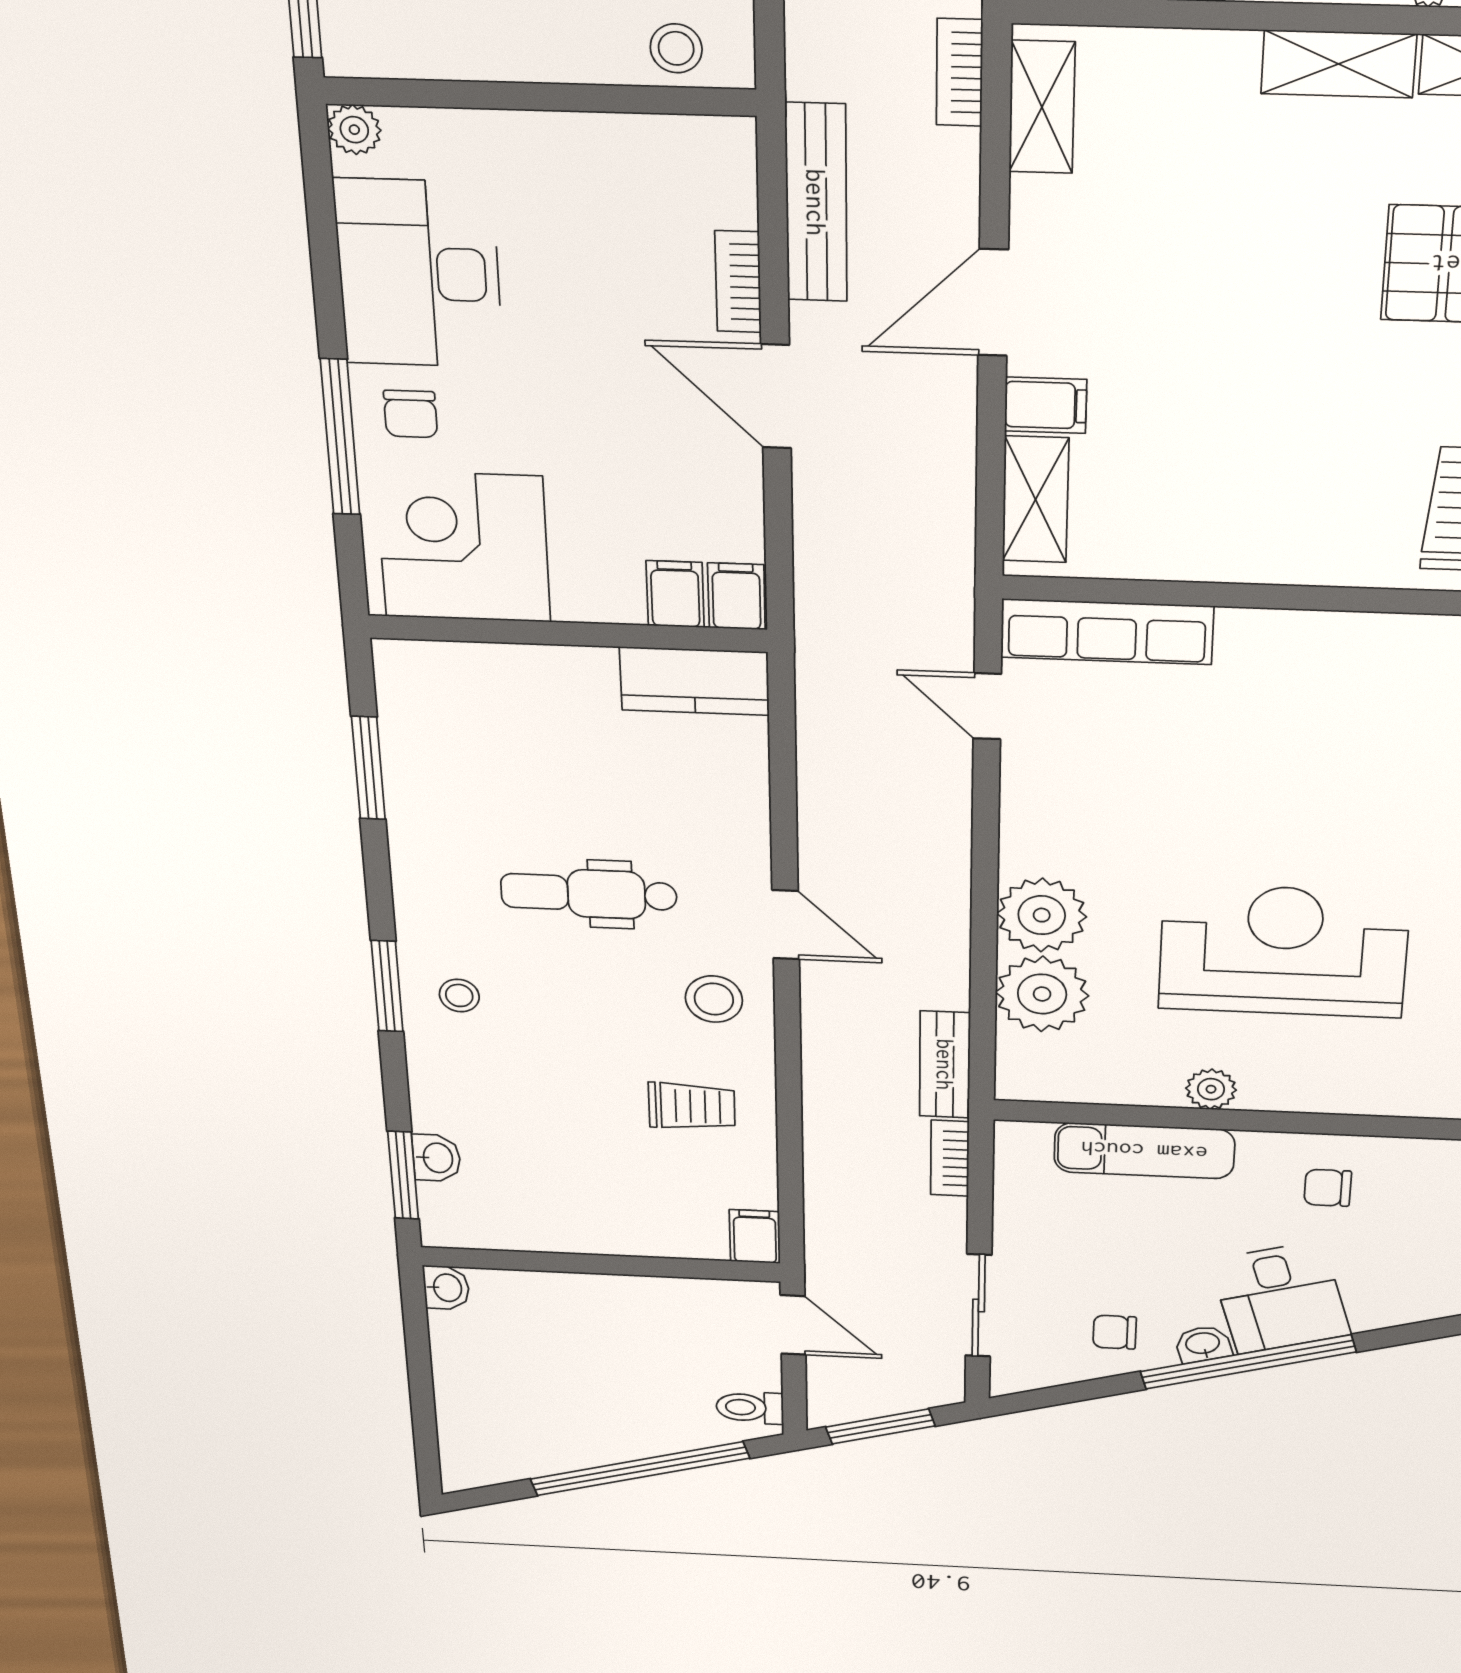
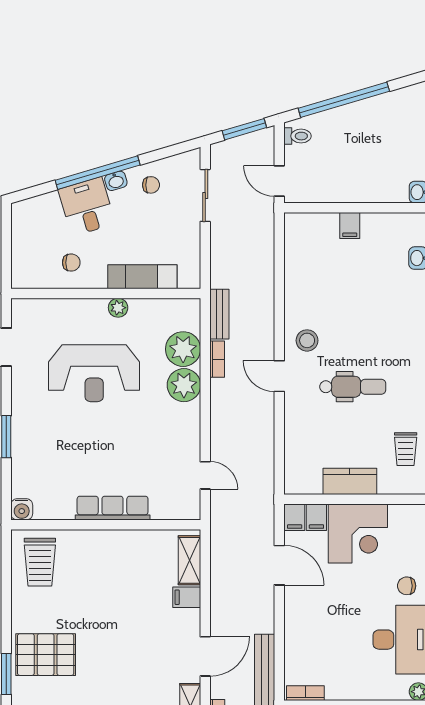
bookcase: (738, 282) -> (305, 693), moved, turned -90
door: (993, 303) -> (205, 656), moved
door: (776, 396) -> (279, 565), moved
chair: (411, 414) -> (407, 586), turned -90
corner desk: (463, 547) -> (358, 534), moved
row of seats: (1107, 632) -> (113, 508), moved
kitchen counter: (694, 681) -> (350, 481), moved
stool: (459, 995) -> (404, 337), removed
trolley: (692, 1106) -> (406, 449), moved, turned -90
bookcase: (950, 1158) -> (217, 359), moved
filing cabinet: (755, 1237) -> (350, 226), moved

